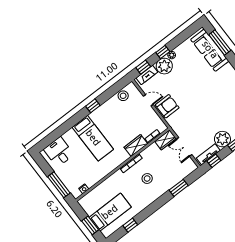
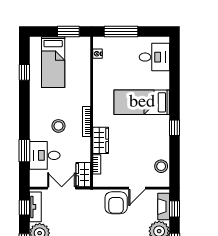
desk: (172, 173) -> (45, 155), added
window: (90, 225) -> (68, 32), moved

